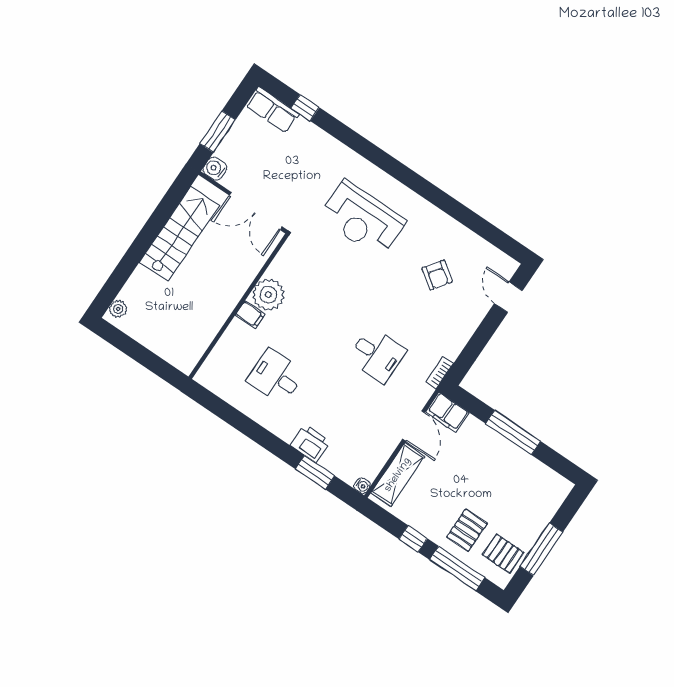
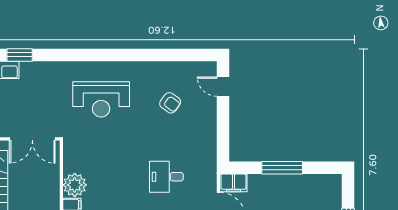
window: (305, 108) -> (20, 55), width x1.50
desk: (377, 355) -> (166, 177), turned 180
bookcase: (440, 373) -> (212, 162), removed

